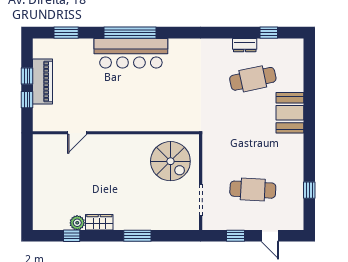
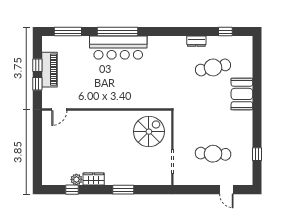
window: (66, 33) -> (68, 32), width x1.44
dresser: (245, 45) -> (196, 41), moved
door: (77, 133) -> (59, 109), moved
spiral stairs: (170, 161) -> (149, 132), turned -90
window: (235, 236) -> (199, 190), removed

